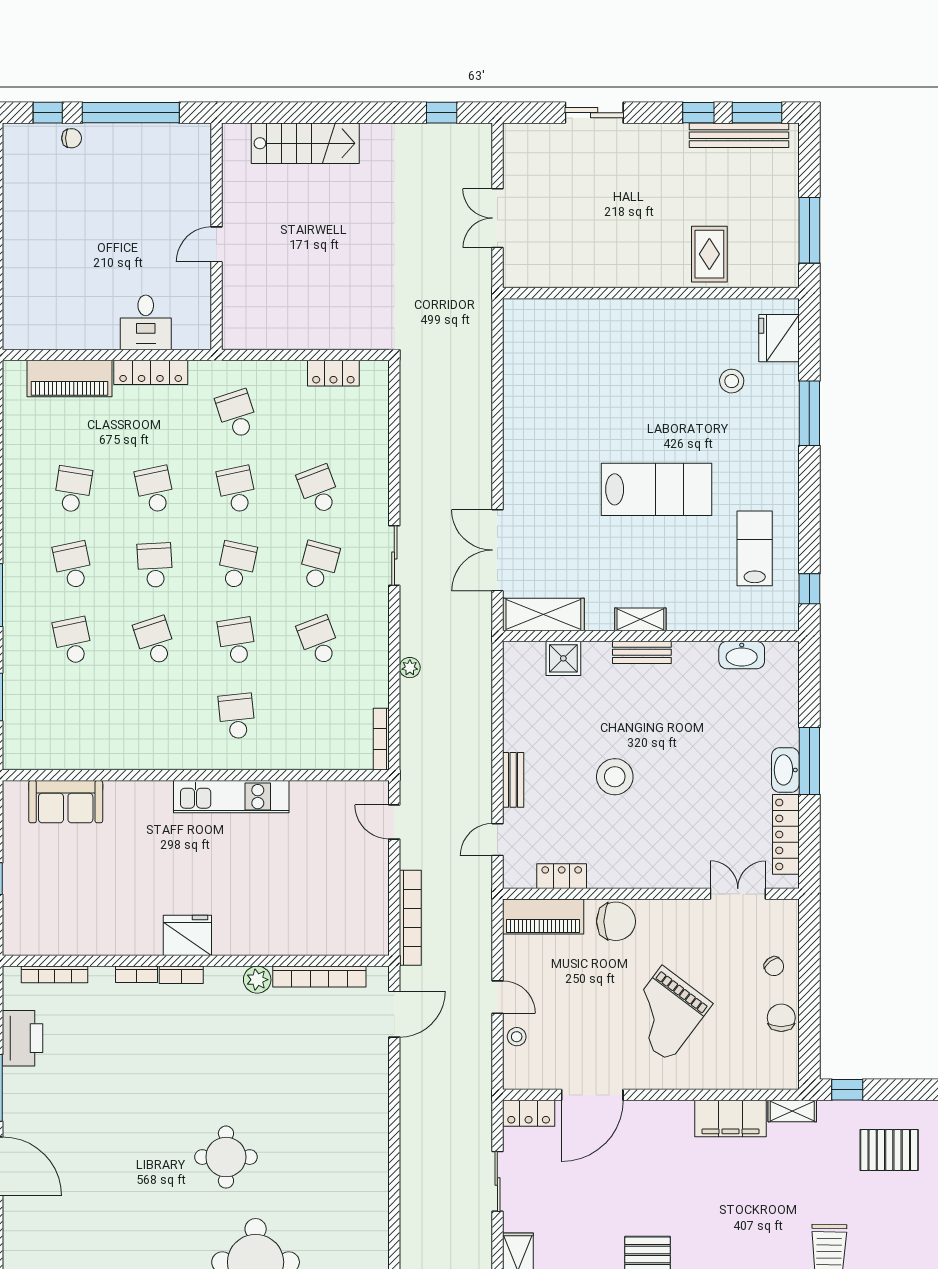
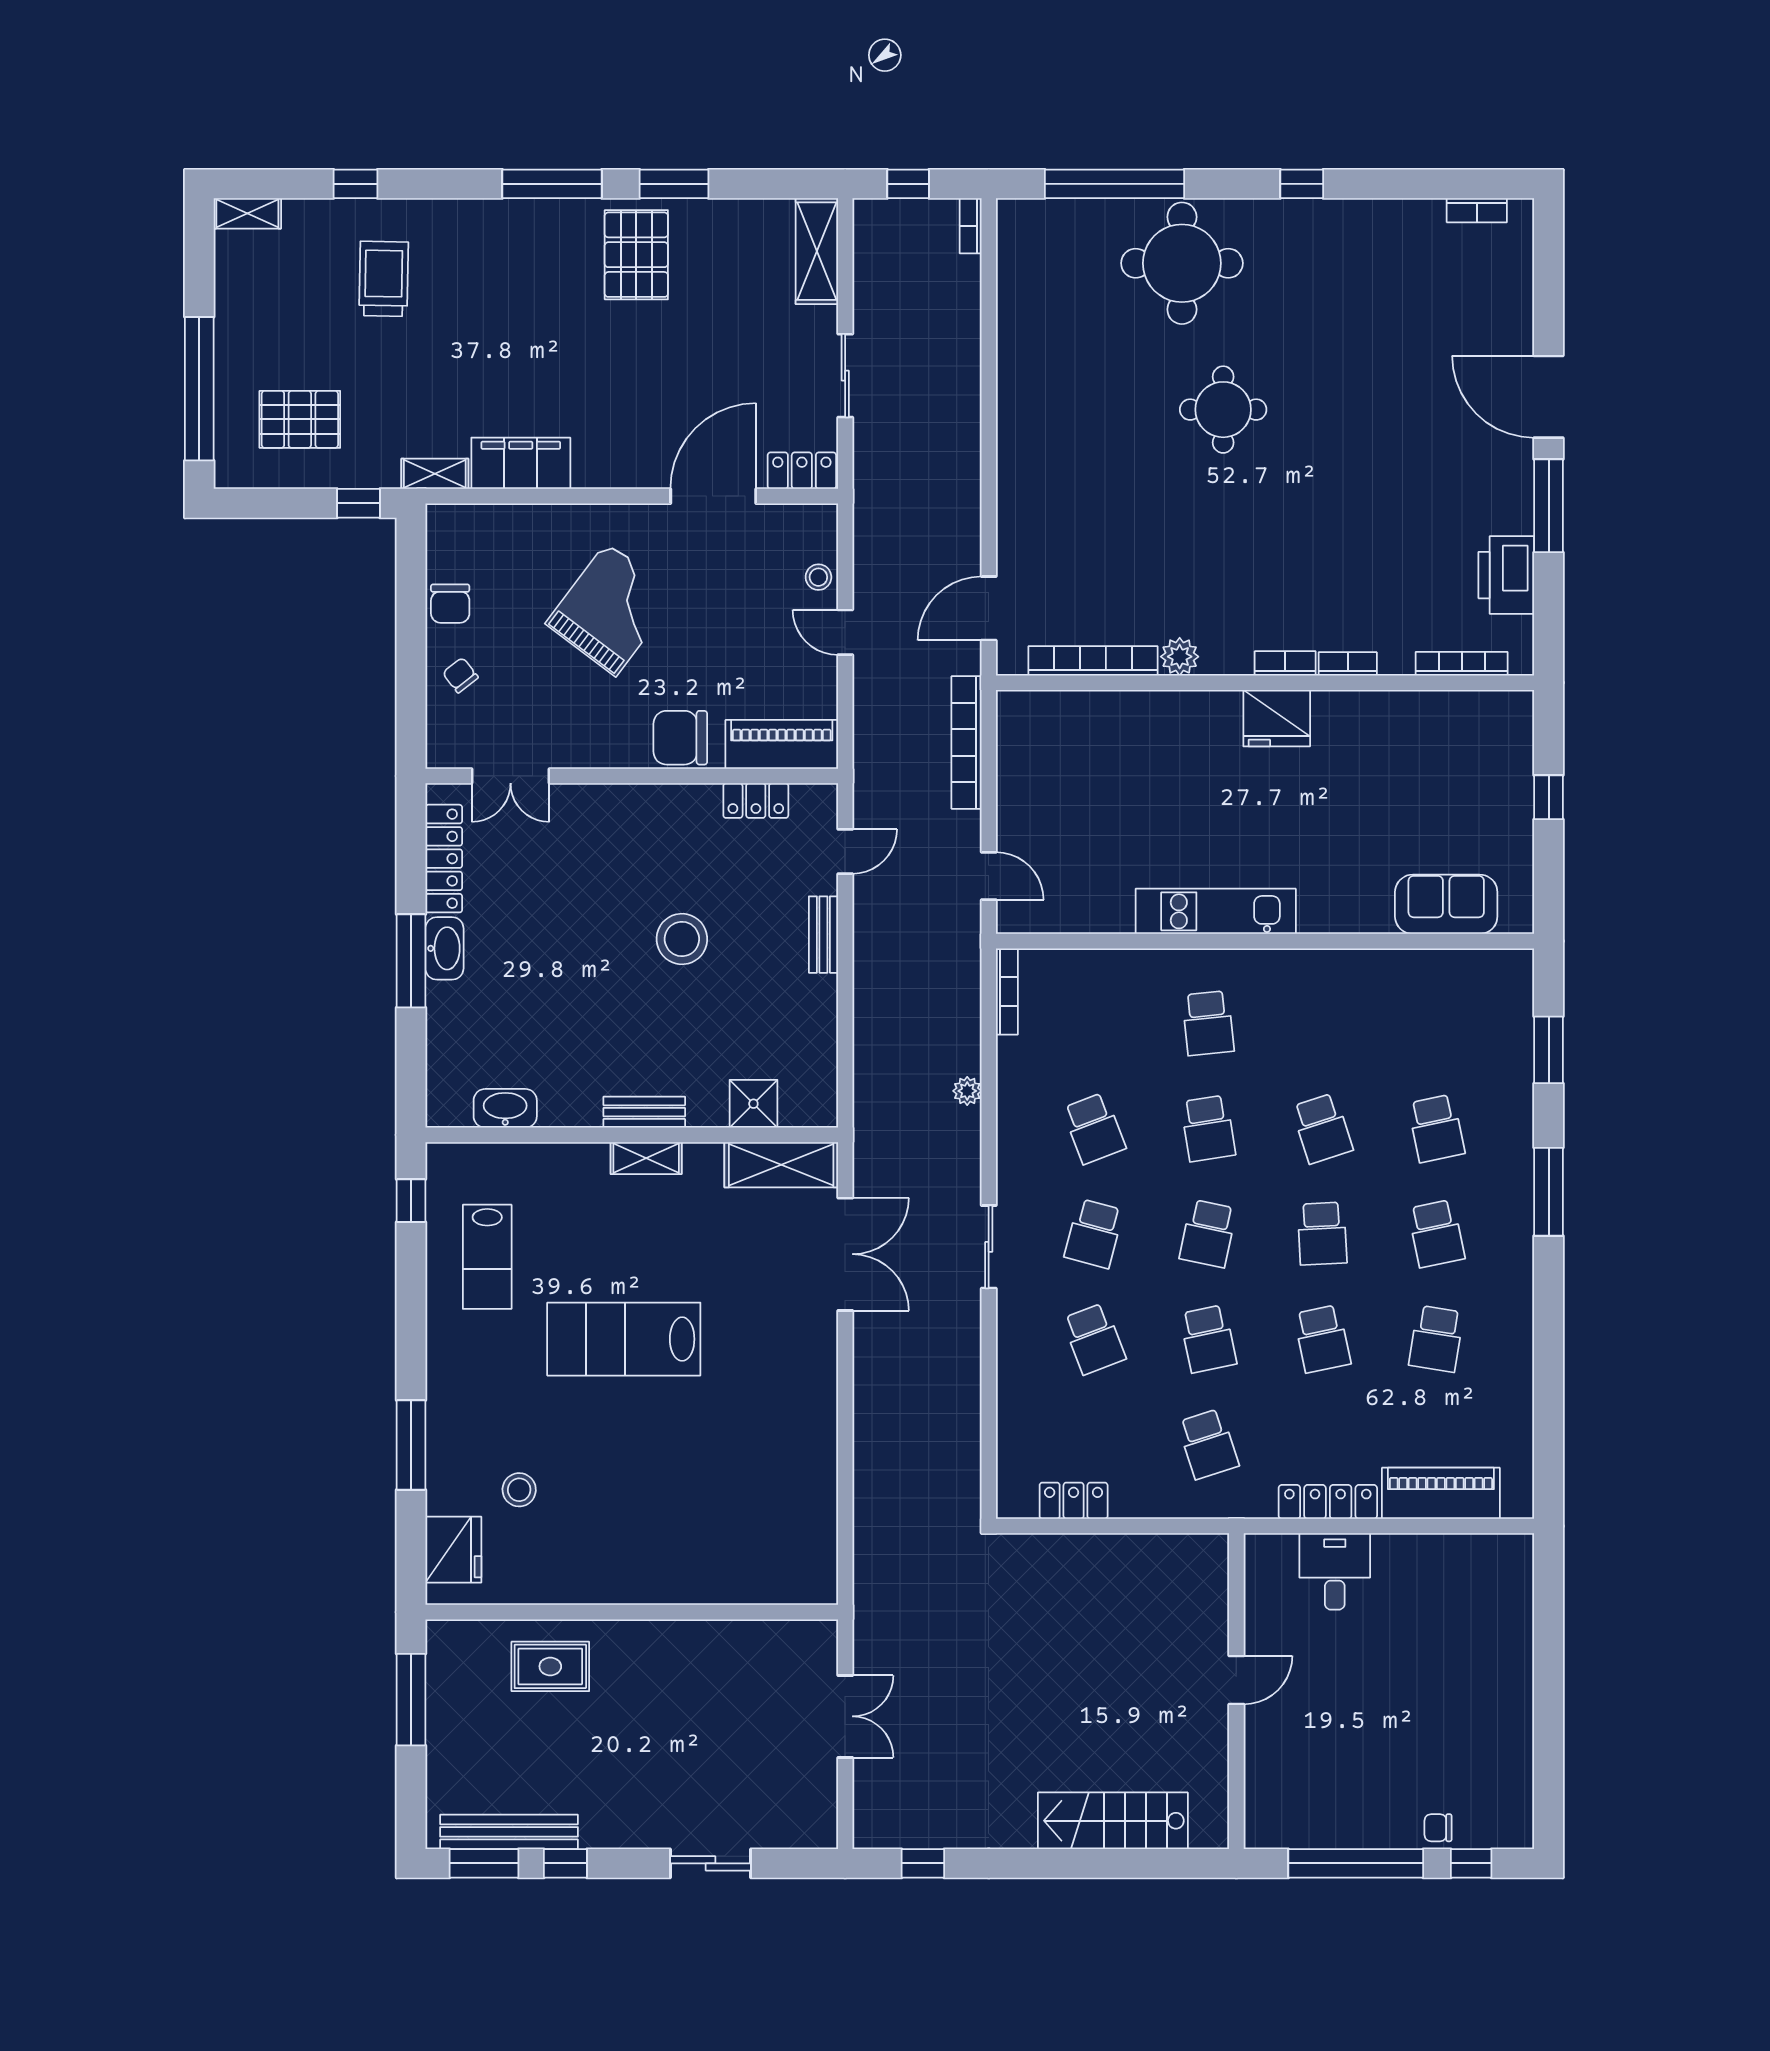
rug: (709, 254) -> (550, 1666), turned 90

